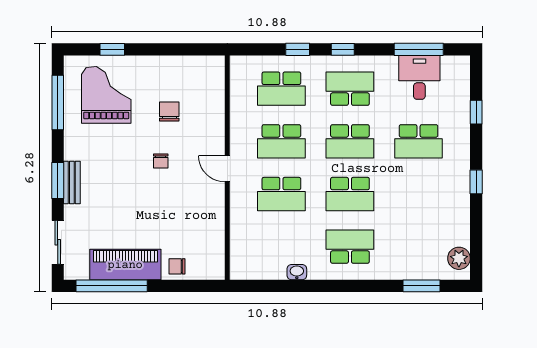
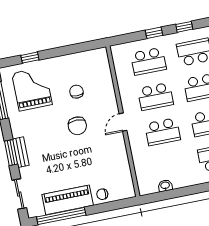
chair: (161, 161) -> (77, 126), width x1.87, depth x1.87
door: (227, 169) -> (123, 122), hinge flipped
washbasin: (297, 272) -> (165, 186), moved

